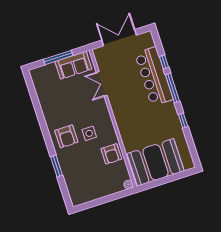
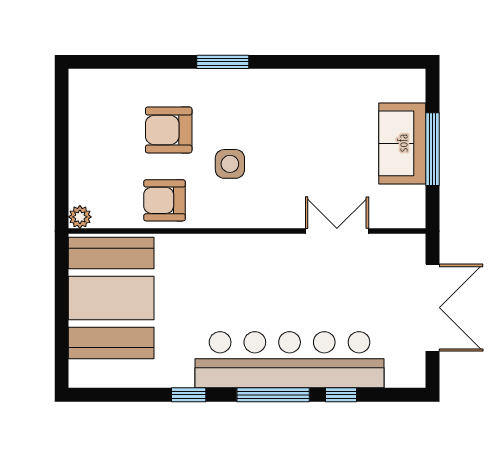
sofa: (73, 65) -> (402, 143), moved
bar counter: (154, 76) -> (290, 360), width x1.36
armchair: (66, 136) -> (169, 130), moved
window: (56, 166) -> (223, 62), moved

